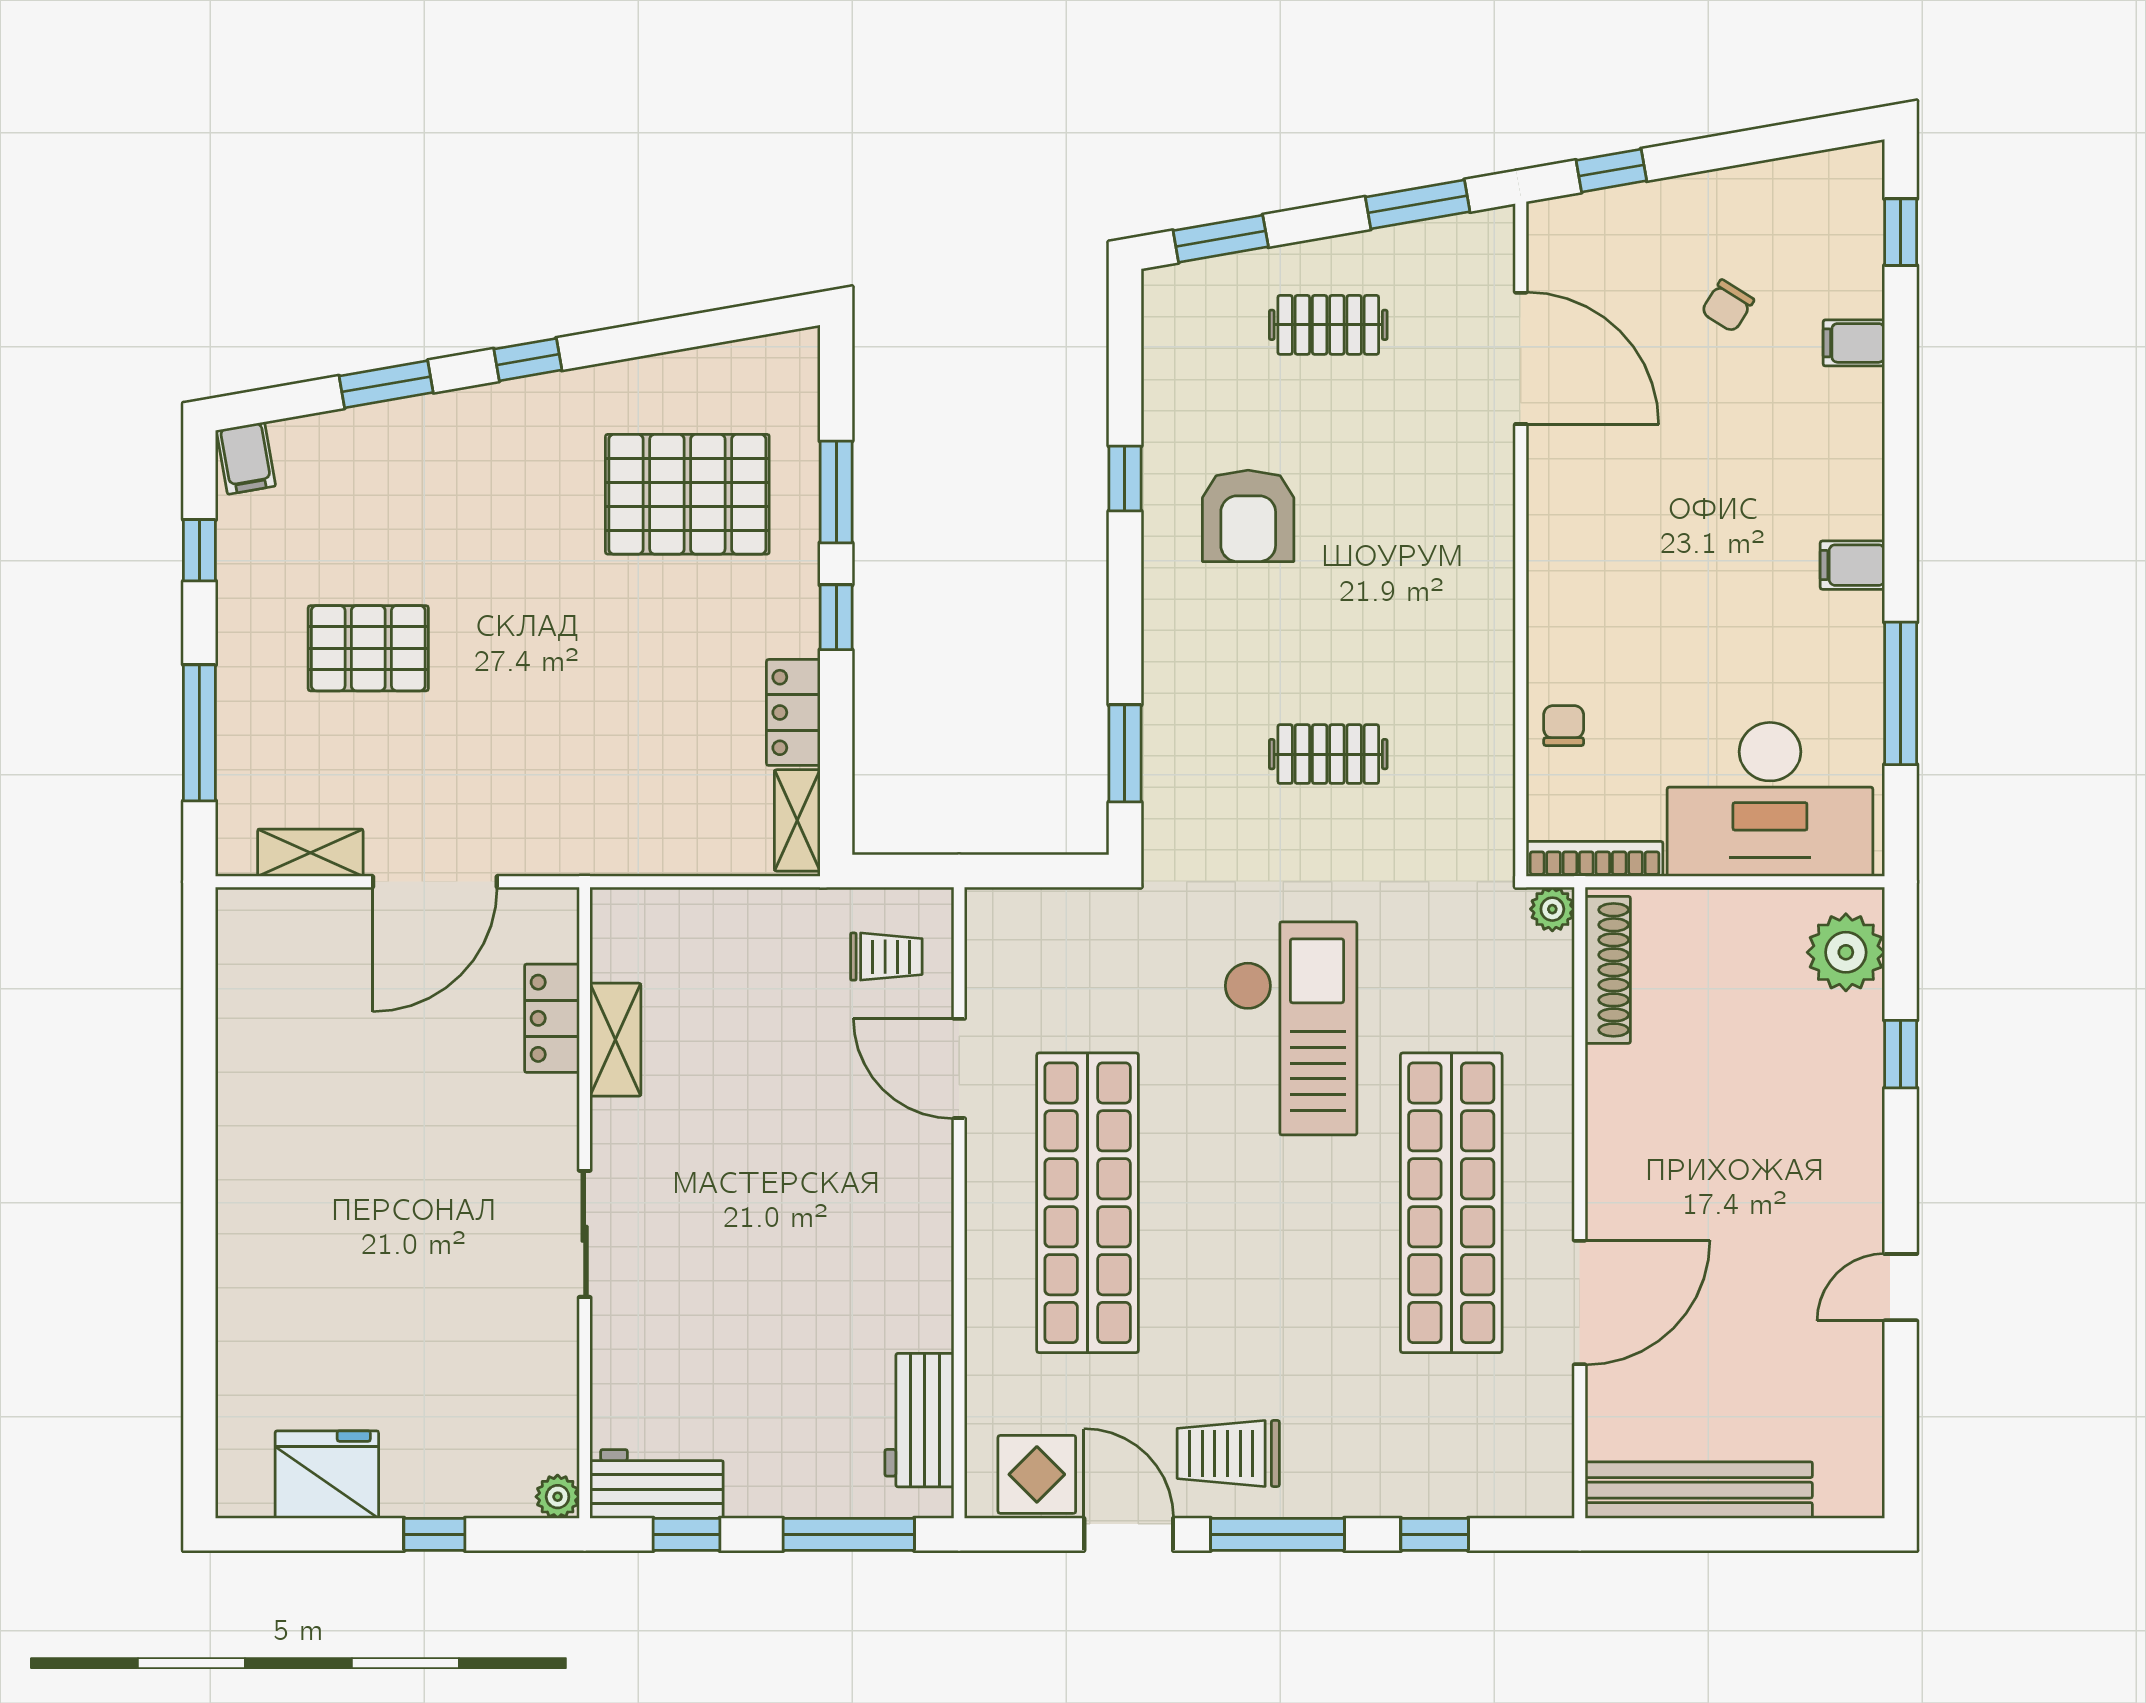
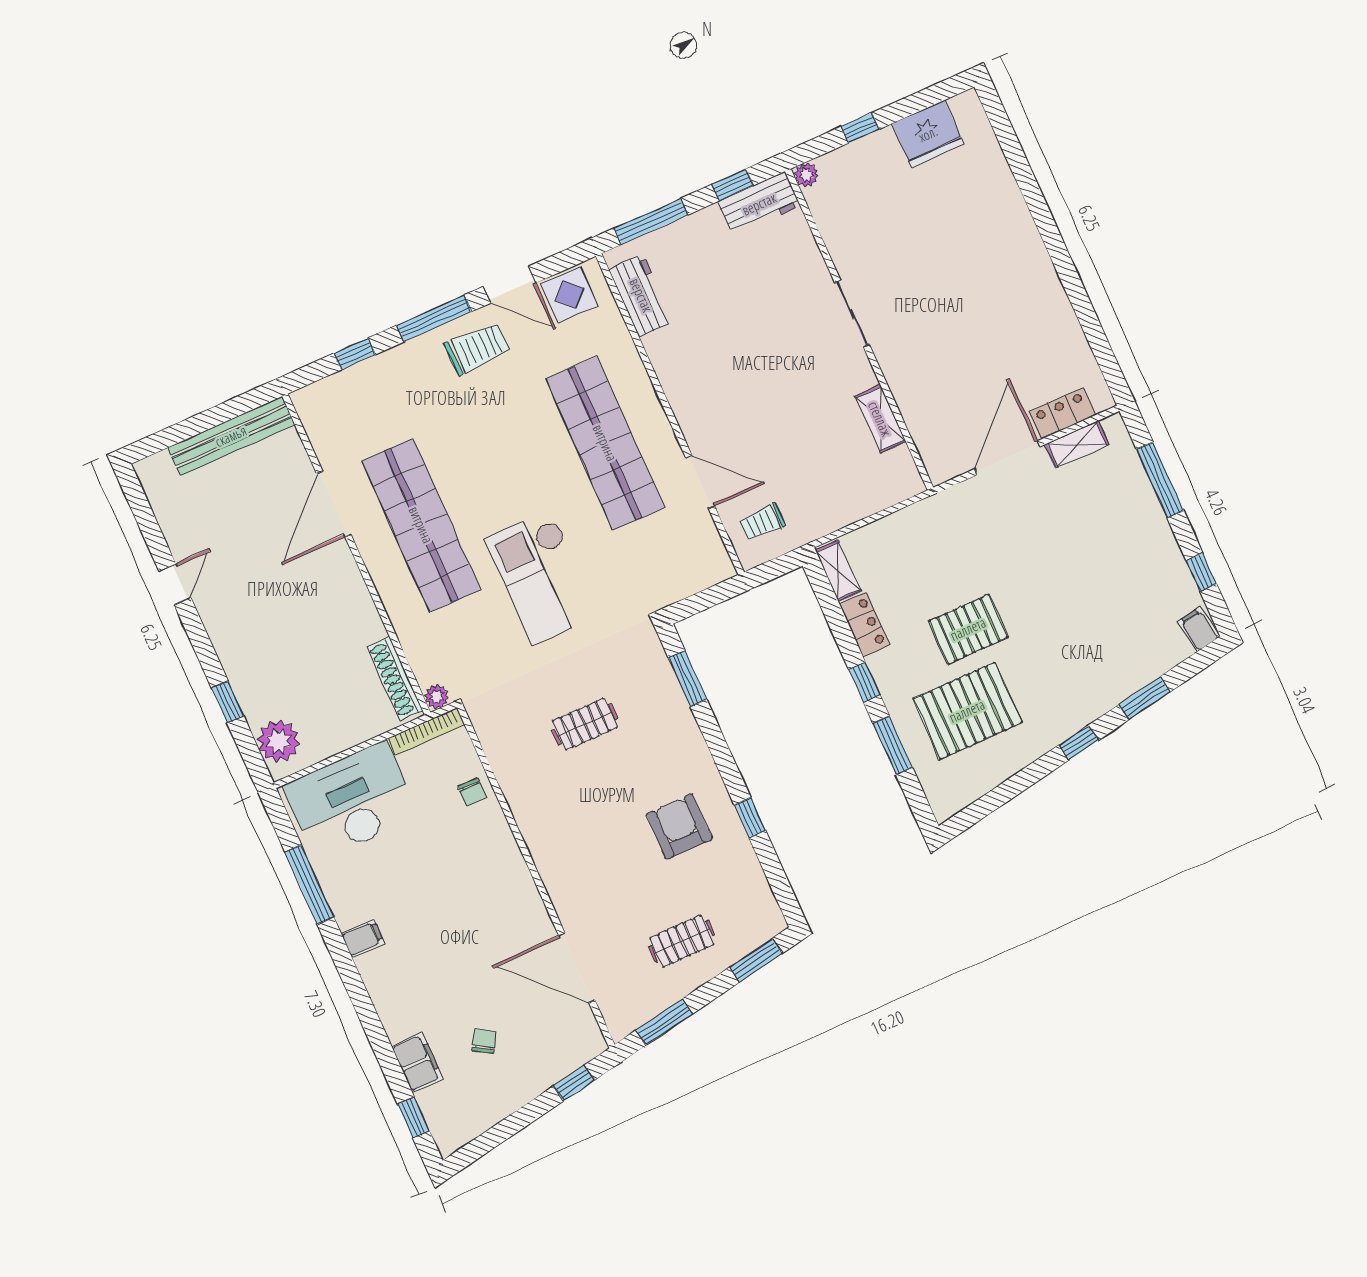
filing cabinet: (1854, 343) -> (417, 1063), width x2.00
pallet: (368, 648) -> (968, 629), moved
locker: (552, 1018) -> (1062, 413), moved, turned -90

